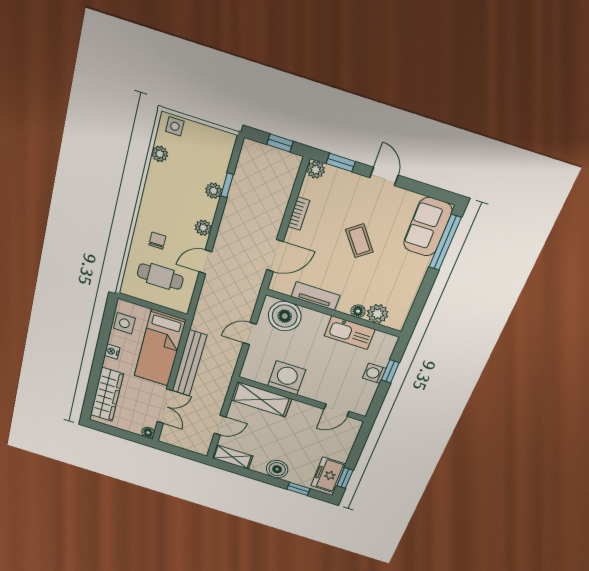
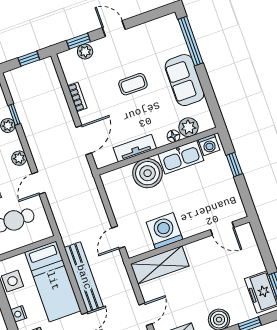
plant: (316, 170) -> (85, 52), moved
sofa: (428, 227) -> (185, 80), moved
coffee table: (359, 241) -> (133, 84), turned -53
boiler: (285, 316) -> (148, 173), moved
door: (250, 334) -> (118, 237), moved
washing machine: (374, 373) -> (209, 145), moved, turned -90
door: (337, 410) -> (222, 228), hinge flipped

